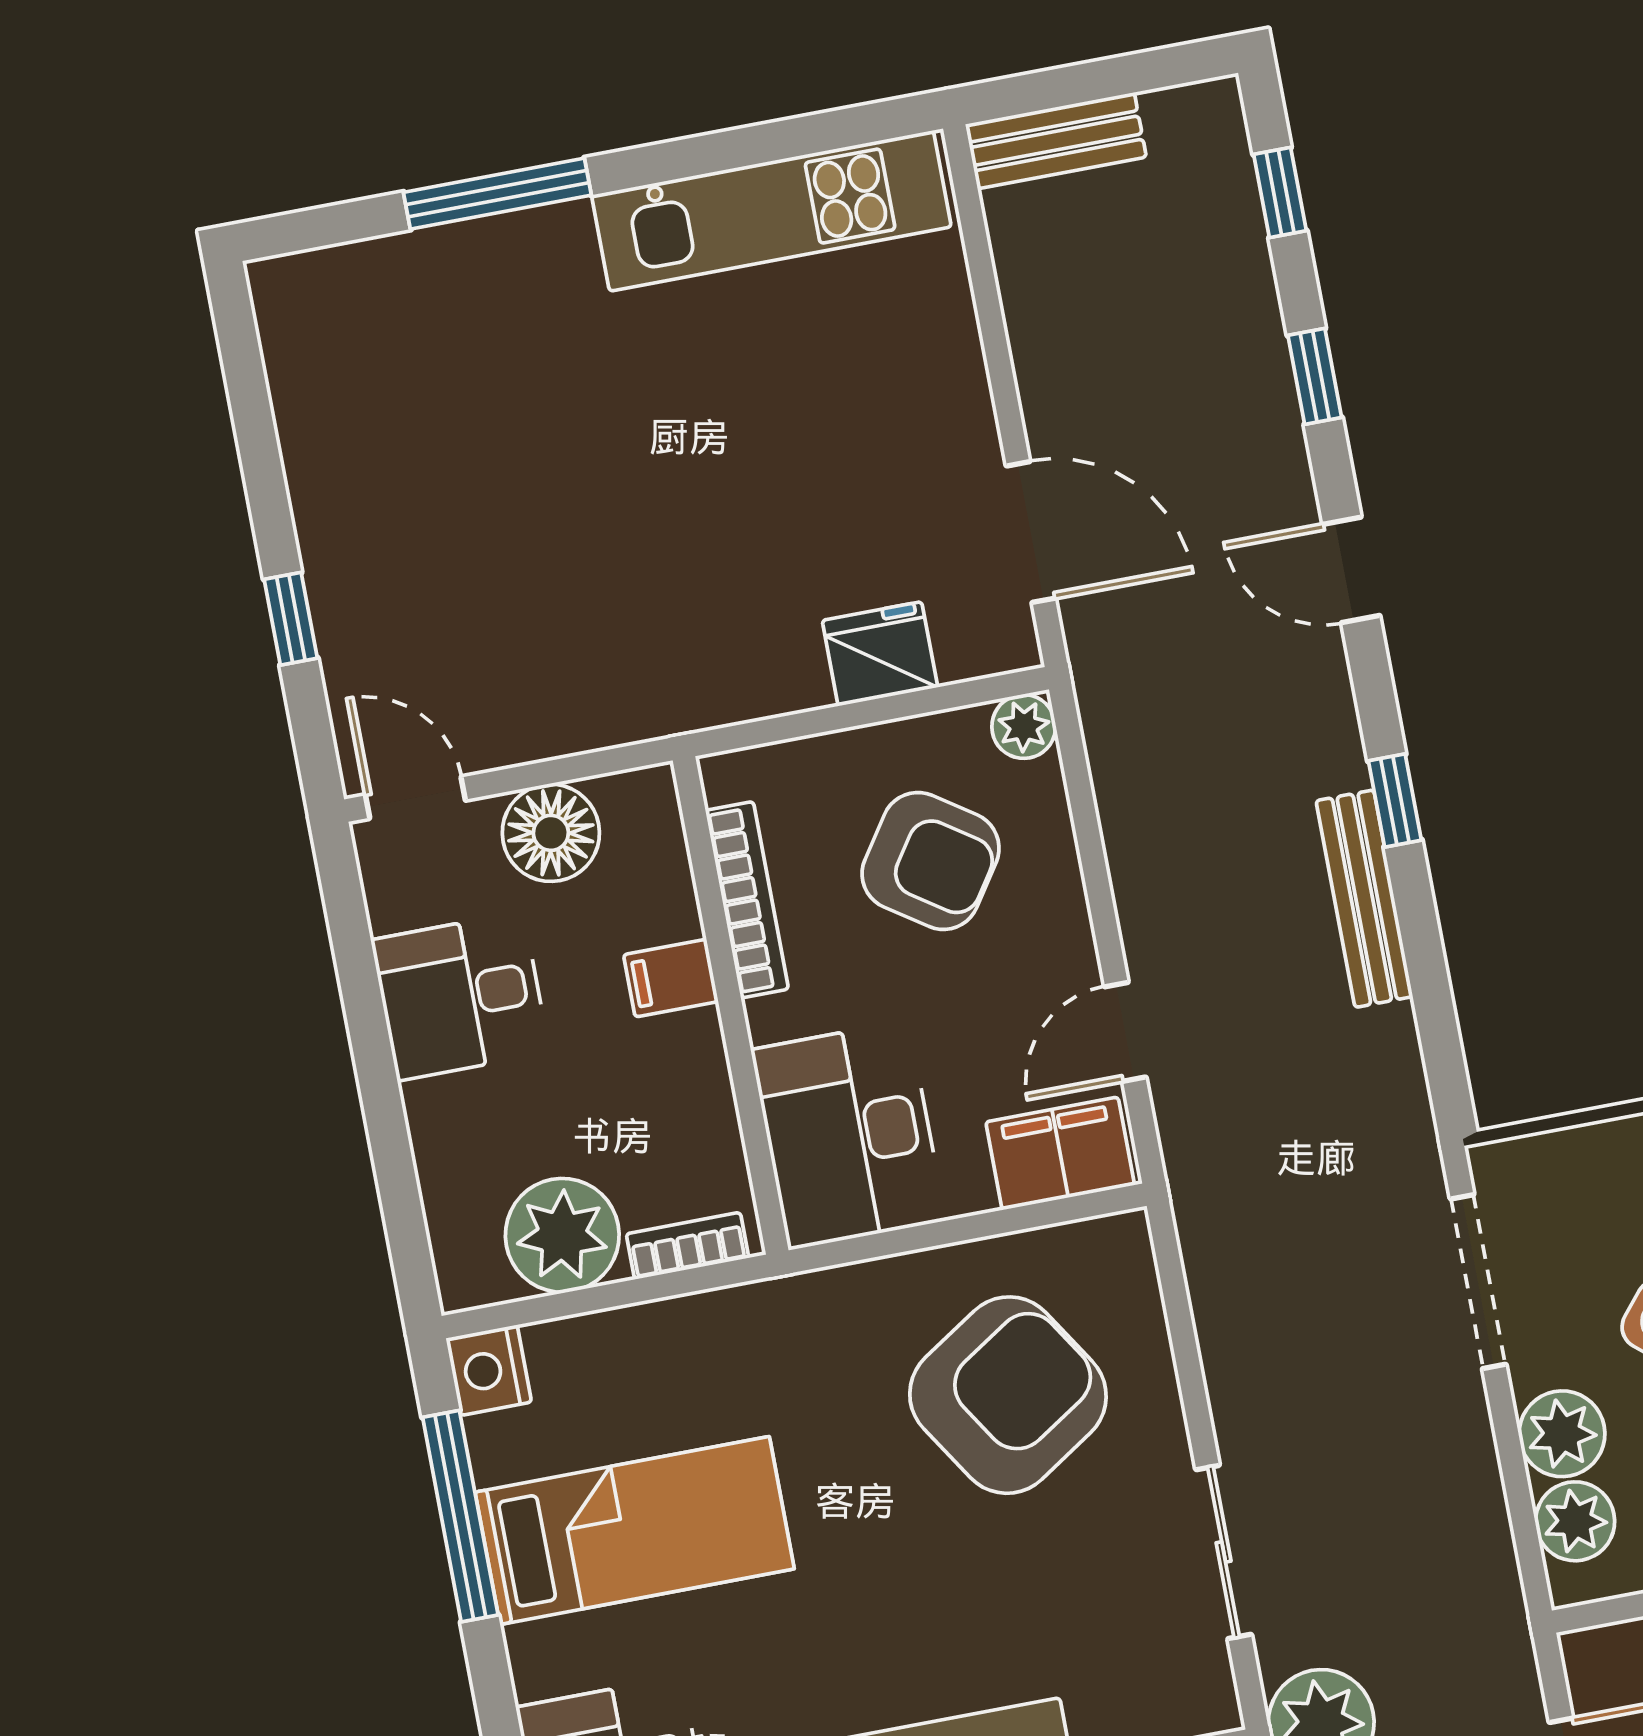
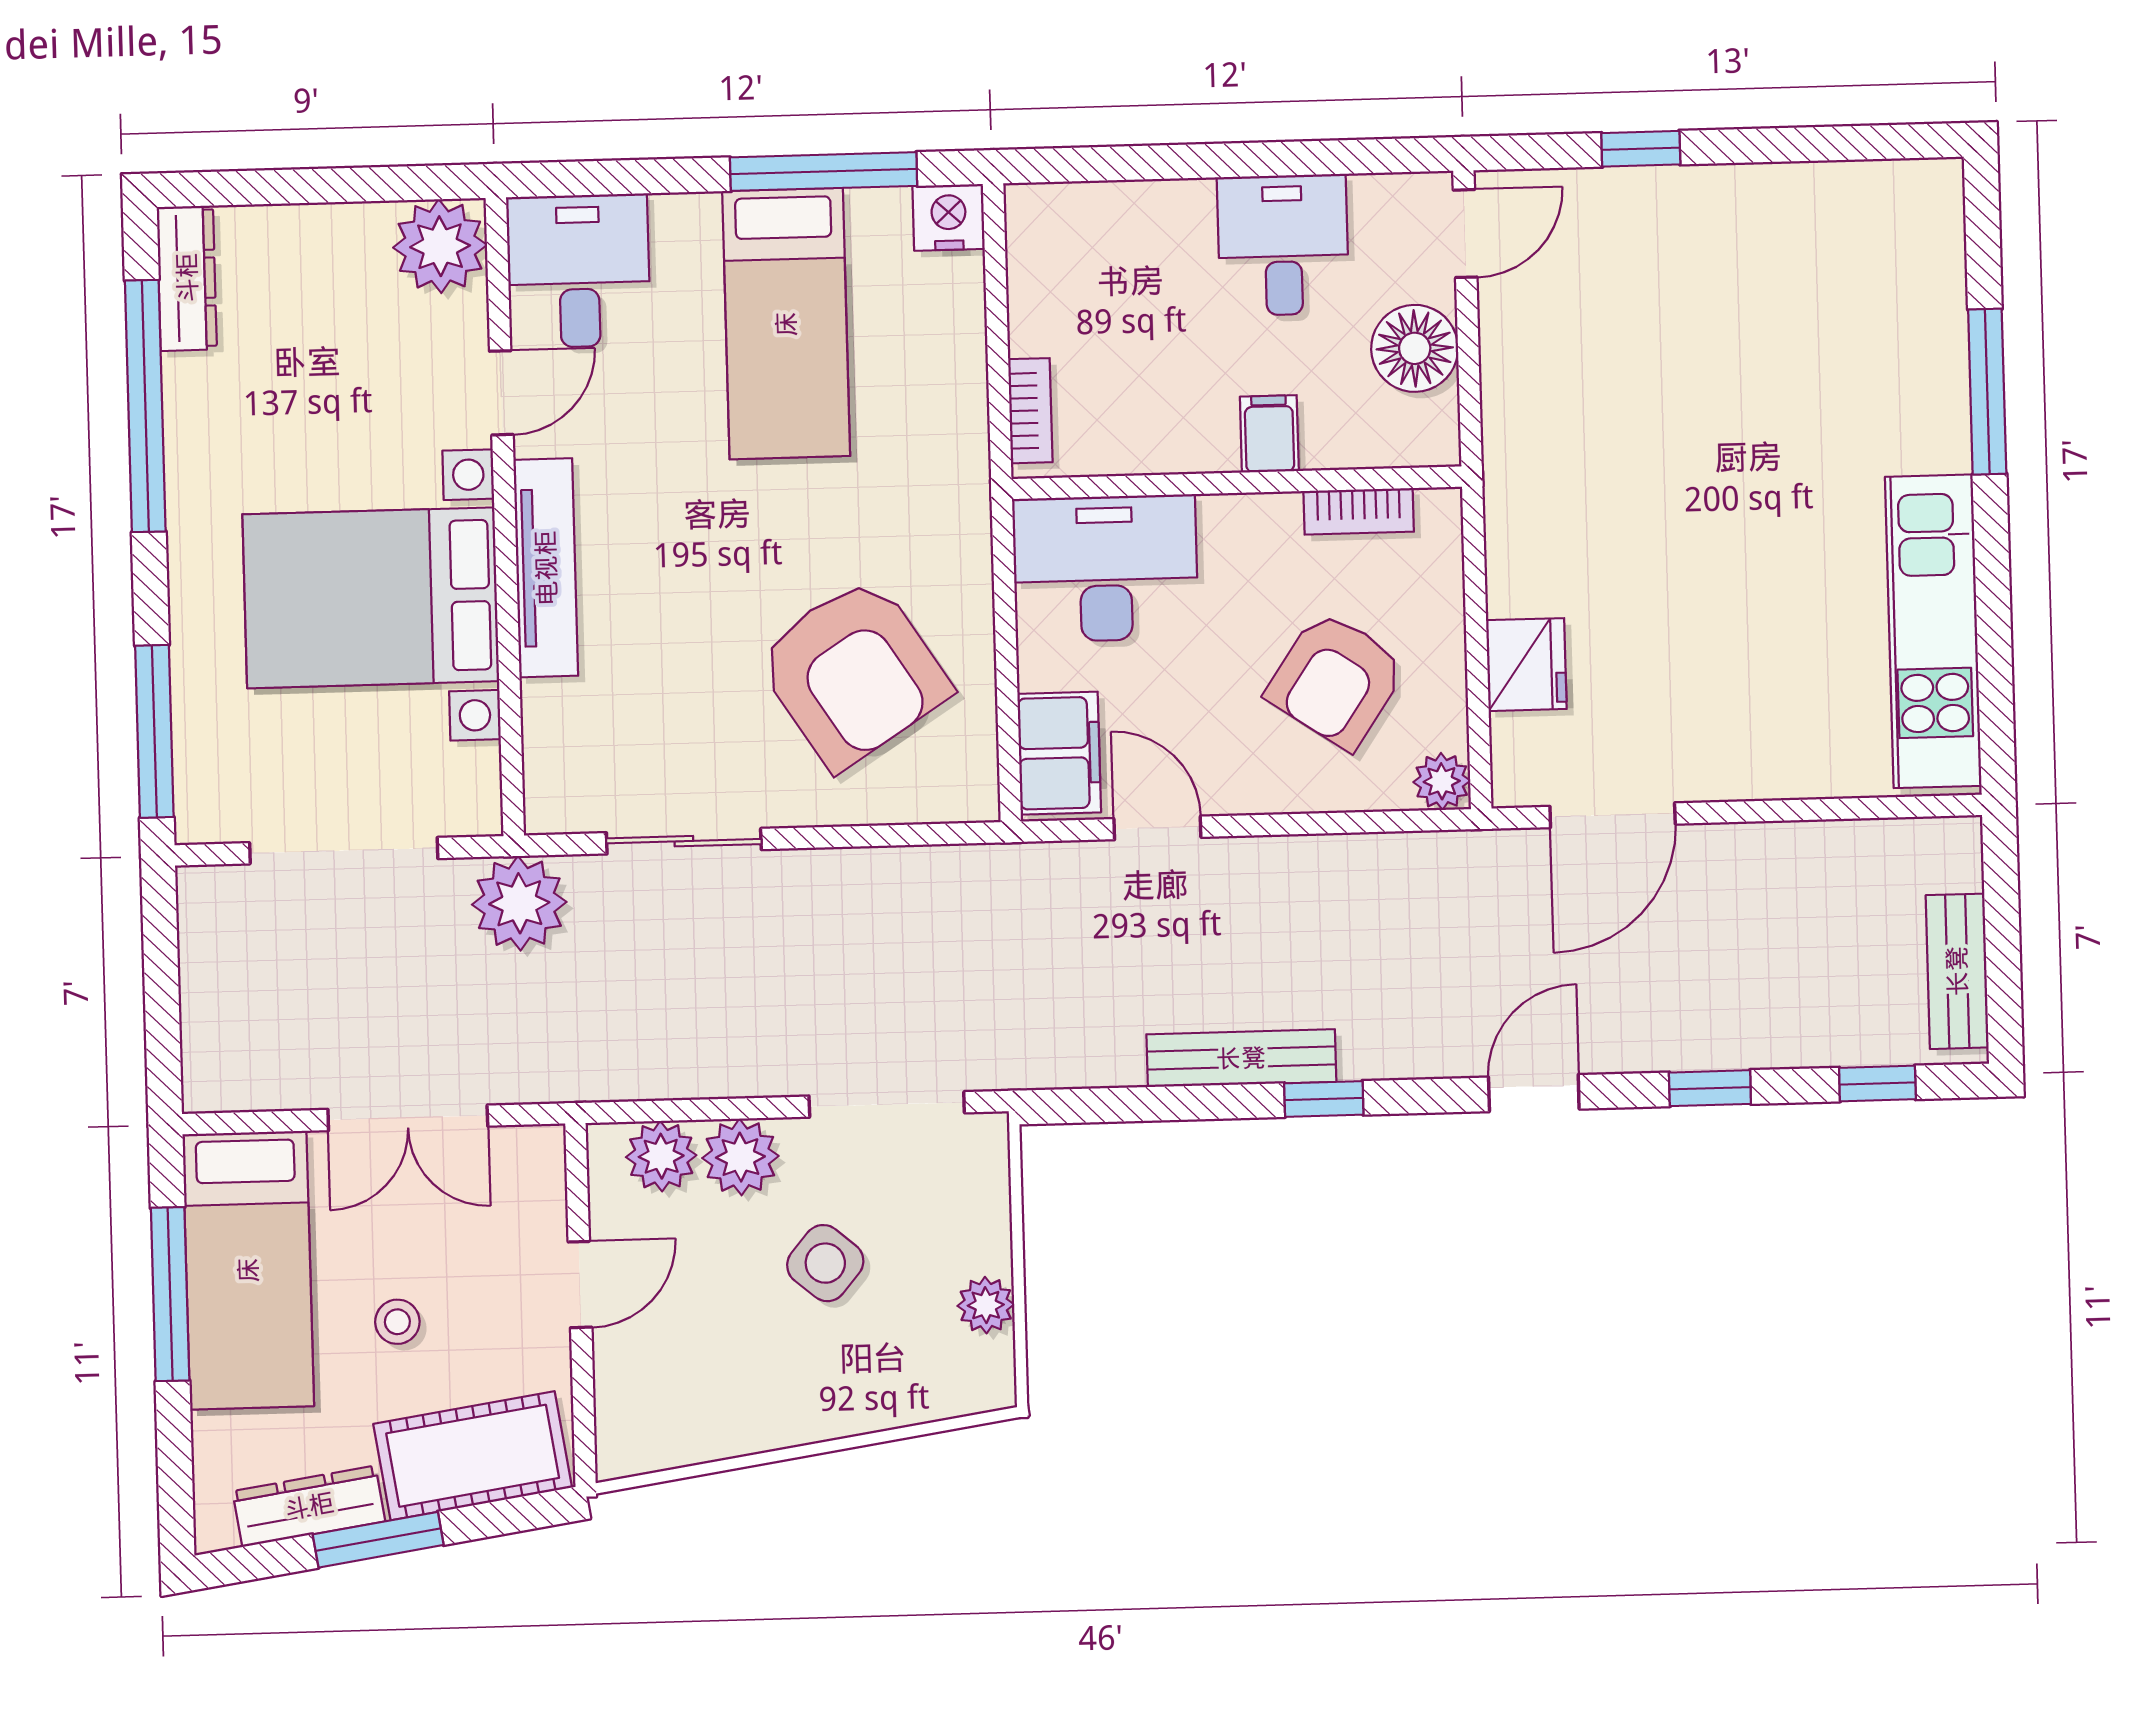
bench: (1056, 141) -> (1957, 971), moved
bookcase: (747, 900) -> (1359, 511), width x0.64
plant: (562, 1235) -> (1057, 301), removed

